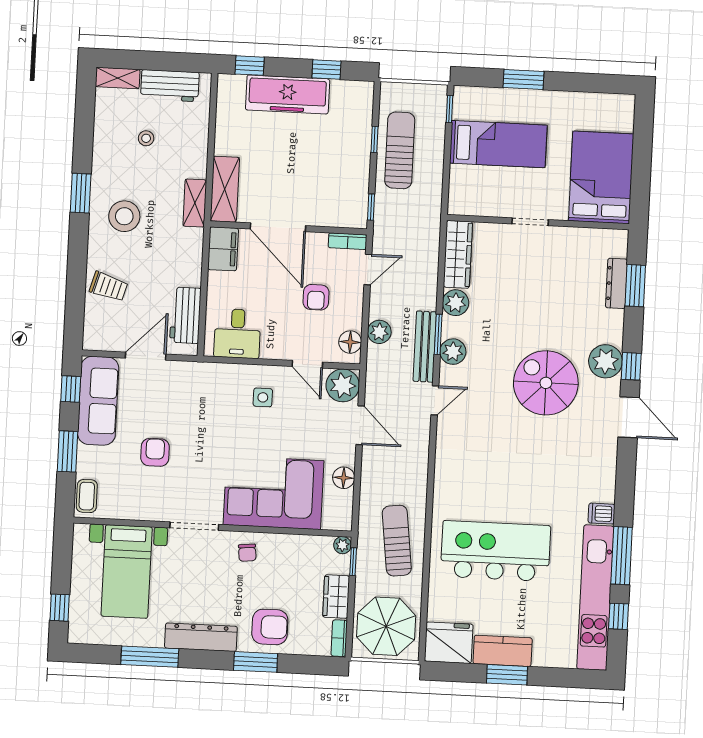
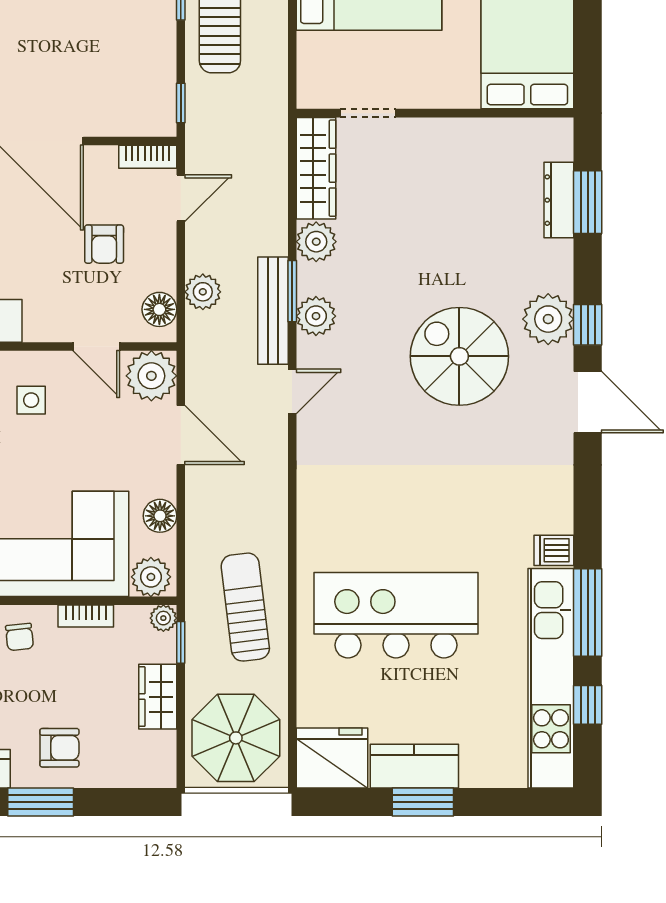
doorway: (530, 222) -> (368, 113), moved
plant: (336, 518) -> (151, 577), added
armchair: (270, 627) -> (59, 748), width x0.72, depth x0.72
bookcase: (339, 638) -> (86, 616), moved, turned -90

